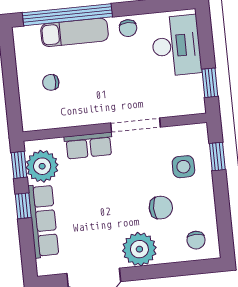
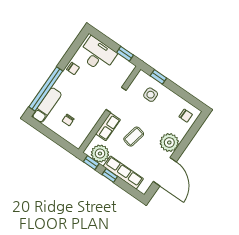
exam couch: (75, 32) -> (47, 105), moved
coffee table: (106, 193) -> (134, 137), added
chair: (161, 208) -> (160, 119), removed

